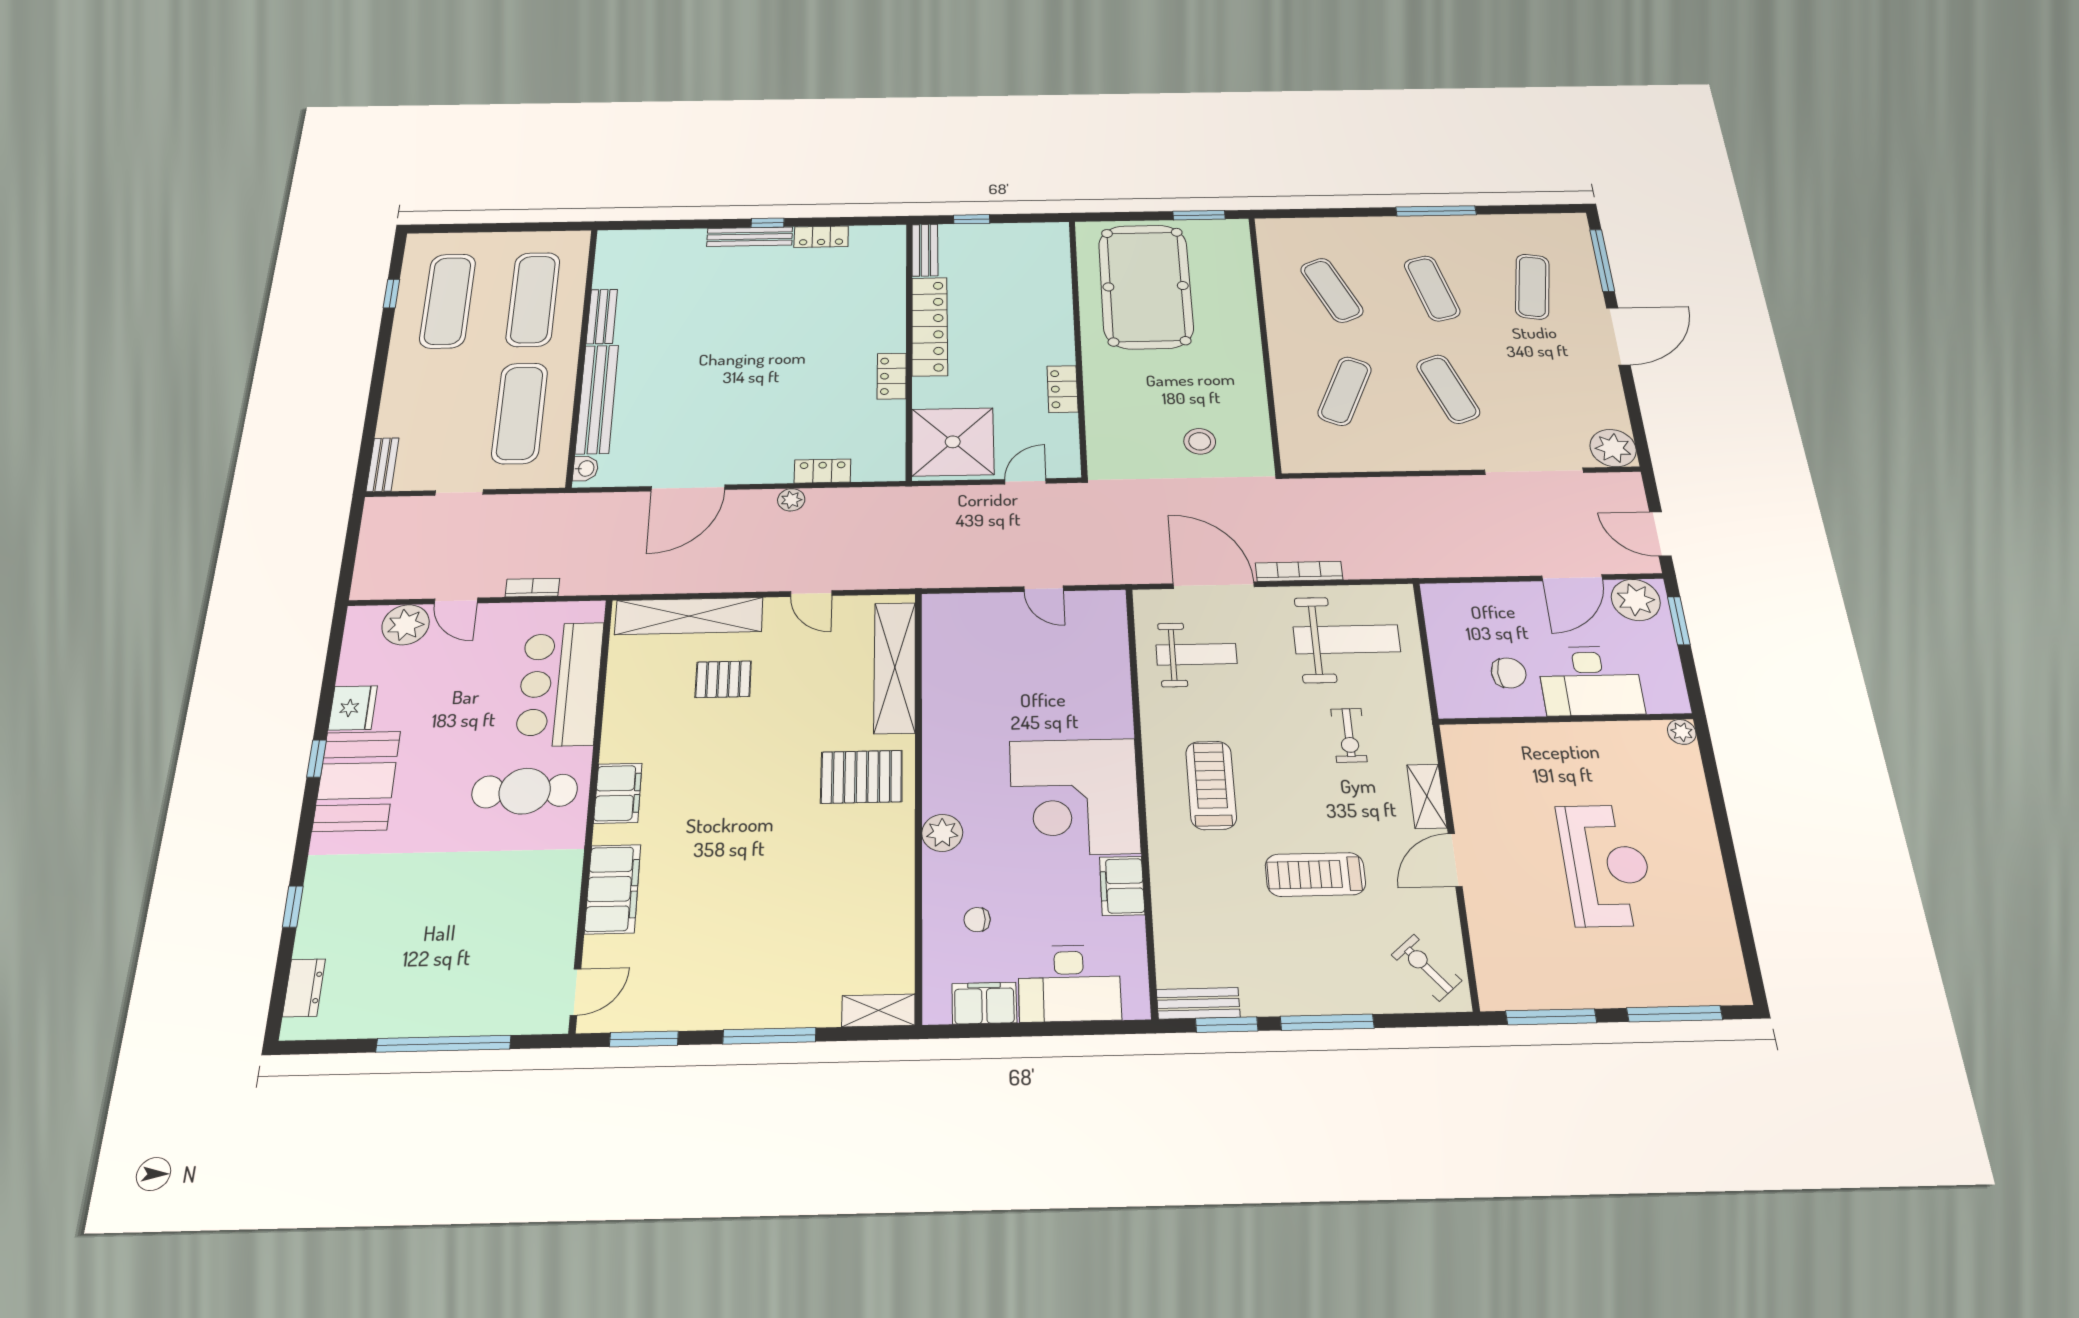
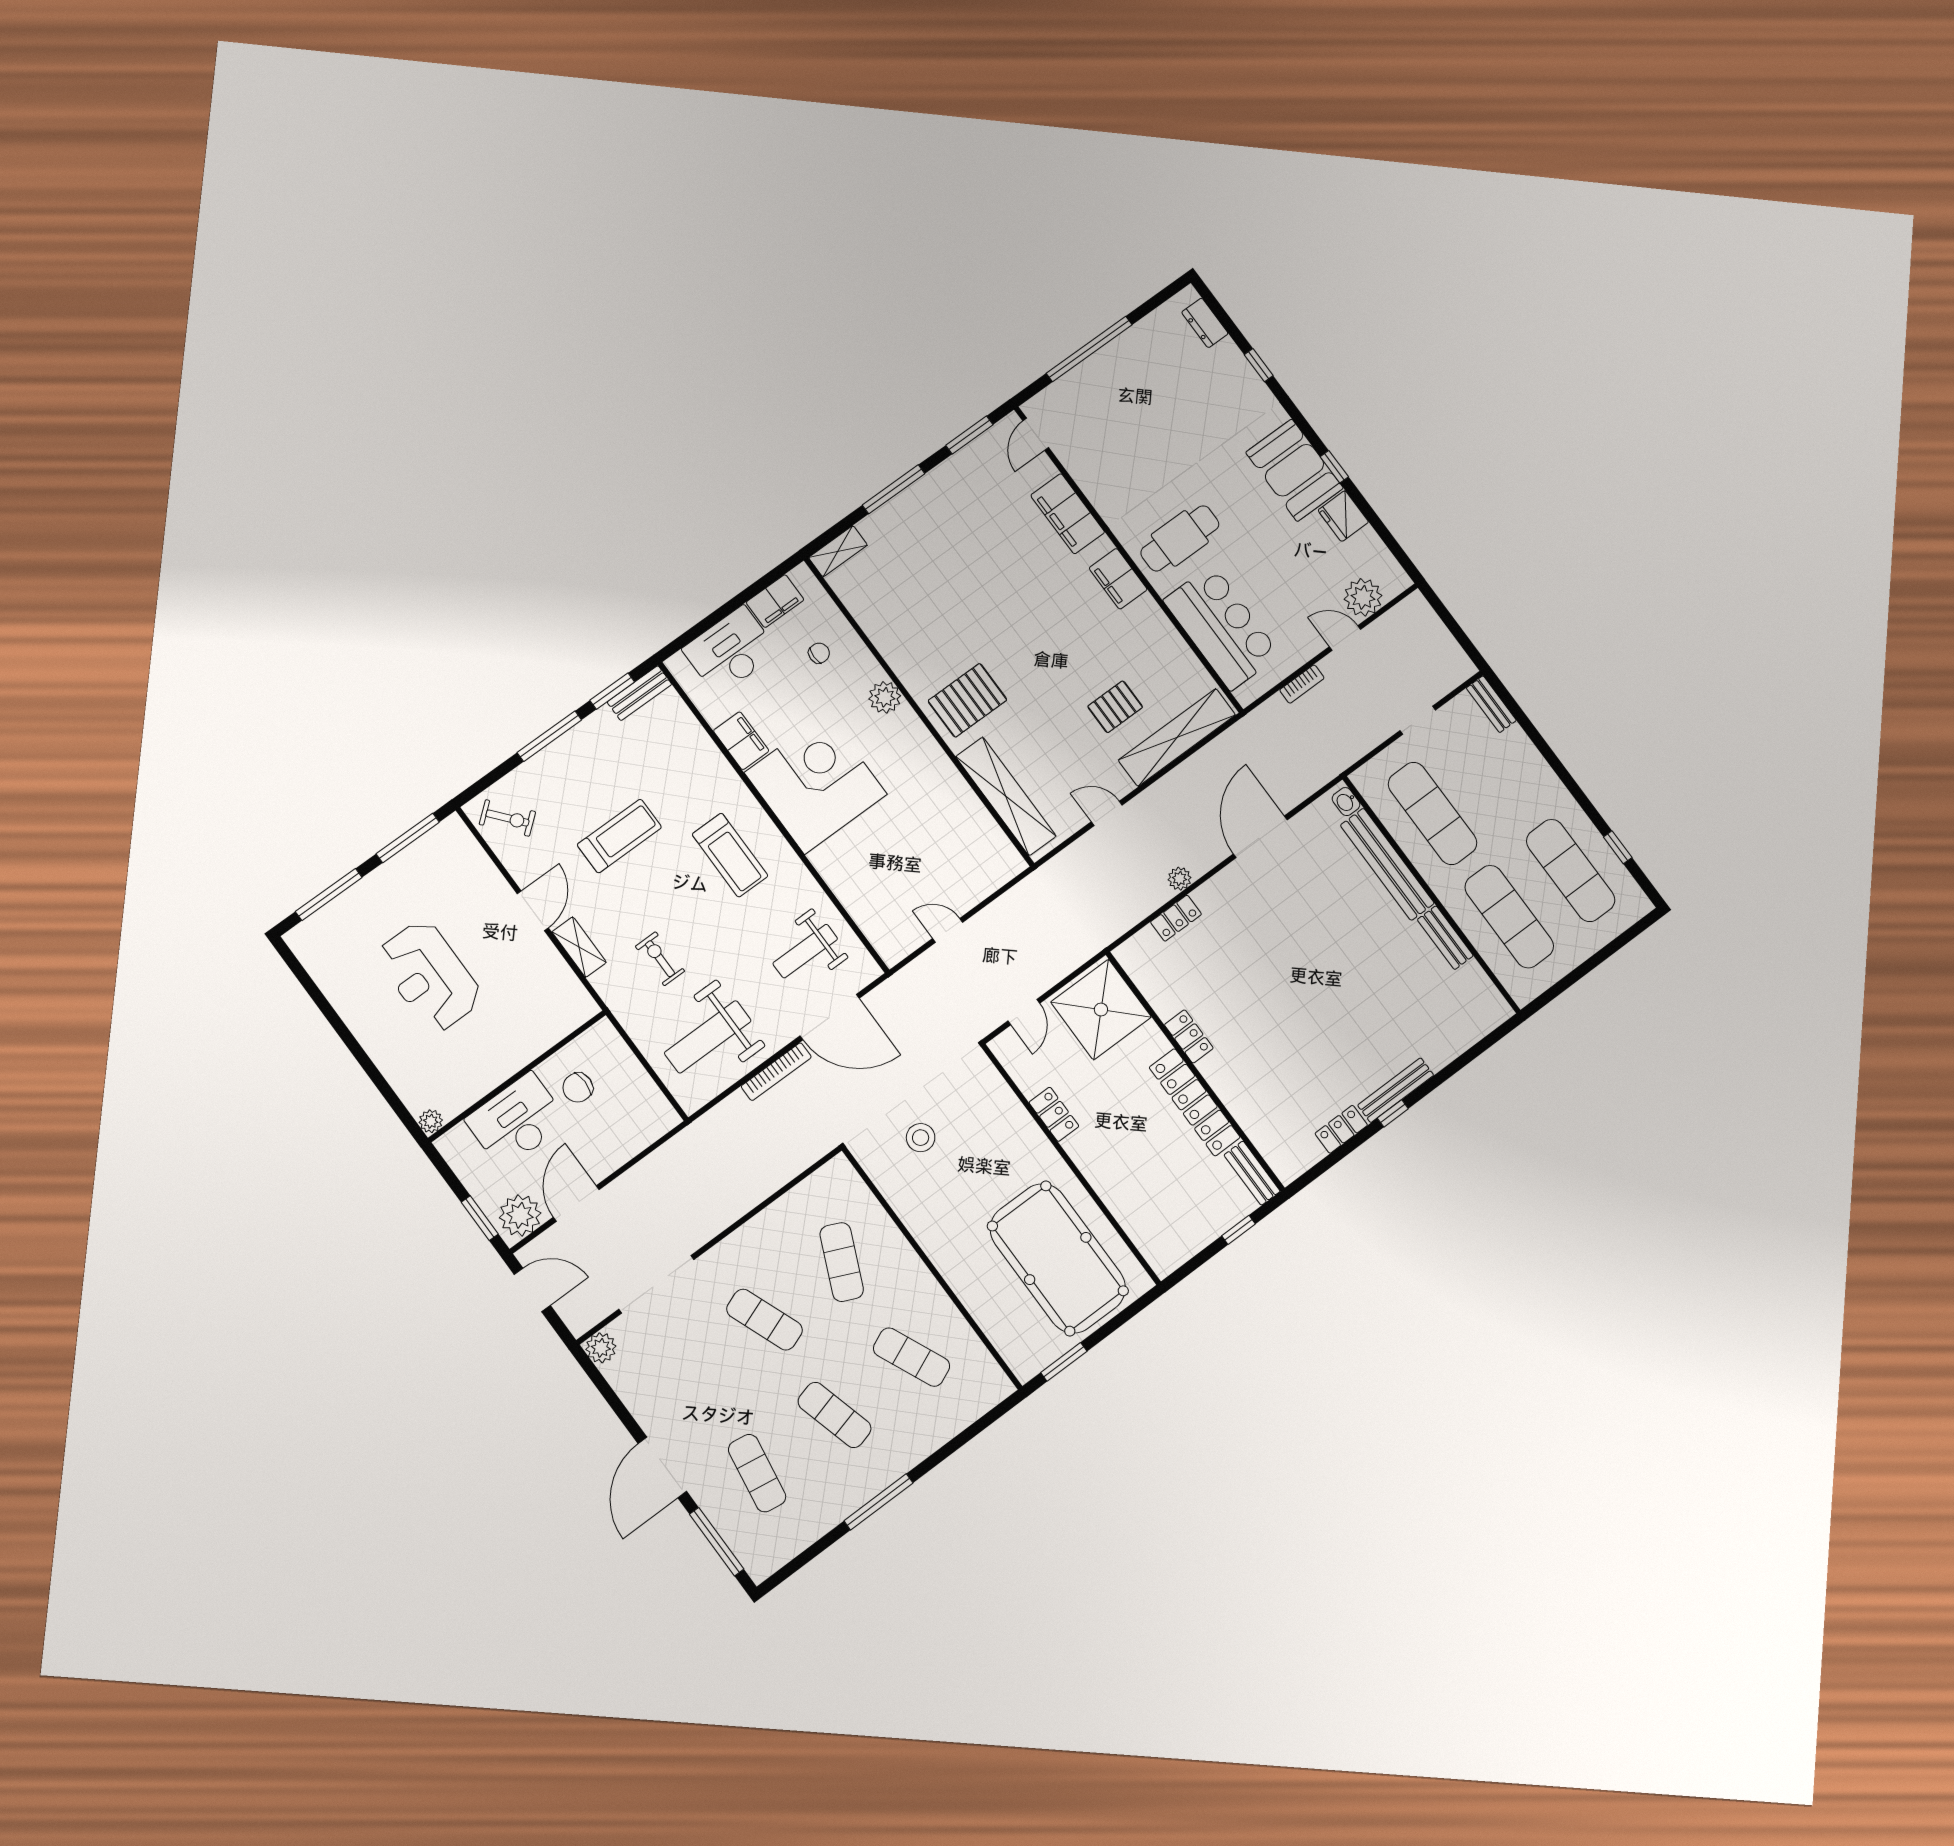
plant: (1613, 448) -> (601, 1348), width x0.73, depth x0.73

